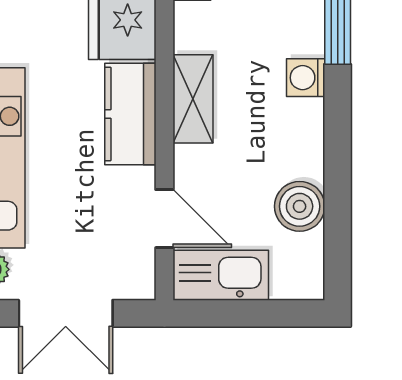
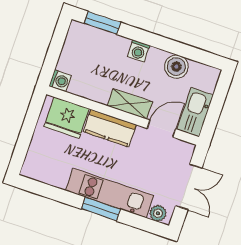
washing machine: (306, 78) -> (139, 51), moved
shelving: (193, 99) -> (130, 104), moved

